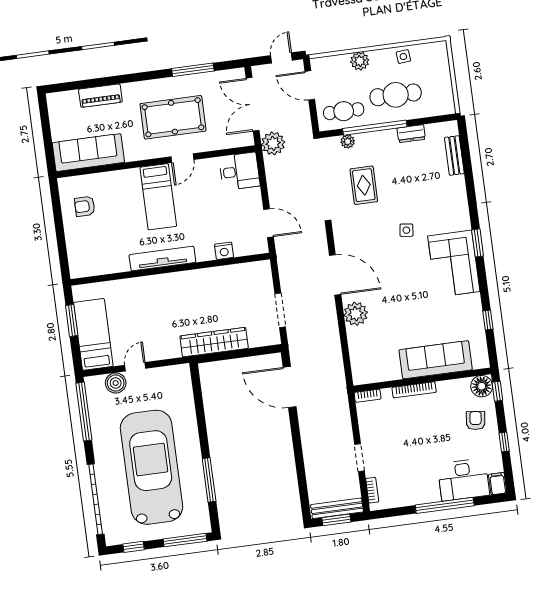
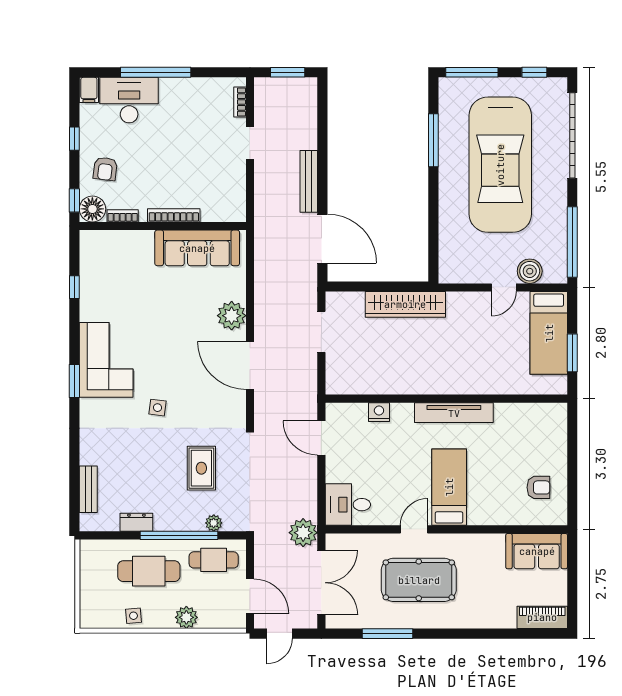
piano: (100, 96) -> (542, 617), moved
sofa: (88, 153) -> (537, 551), width x0.73
sofa: (436, 360) -> (197, 248), moved
bookcase: (368, 396) -> (123, 216), moved
bench: (337, 508) -> (309, 181), moved, turned 90

